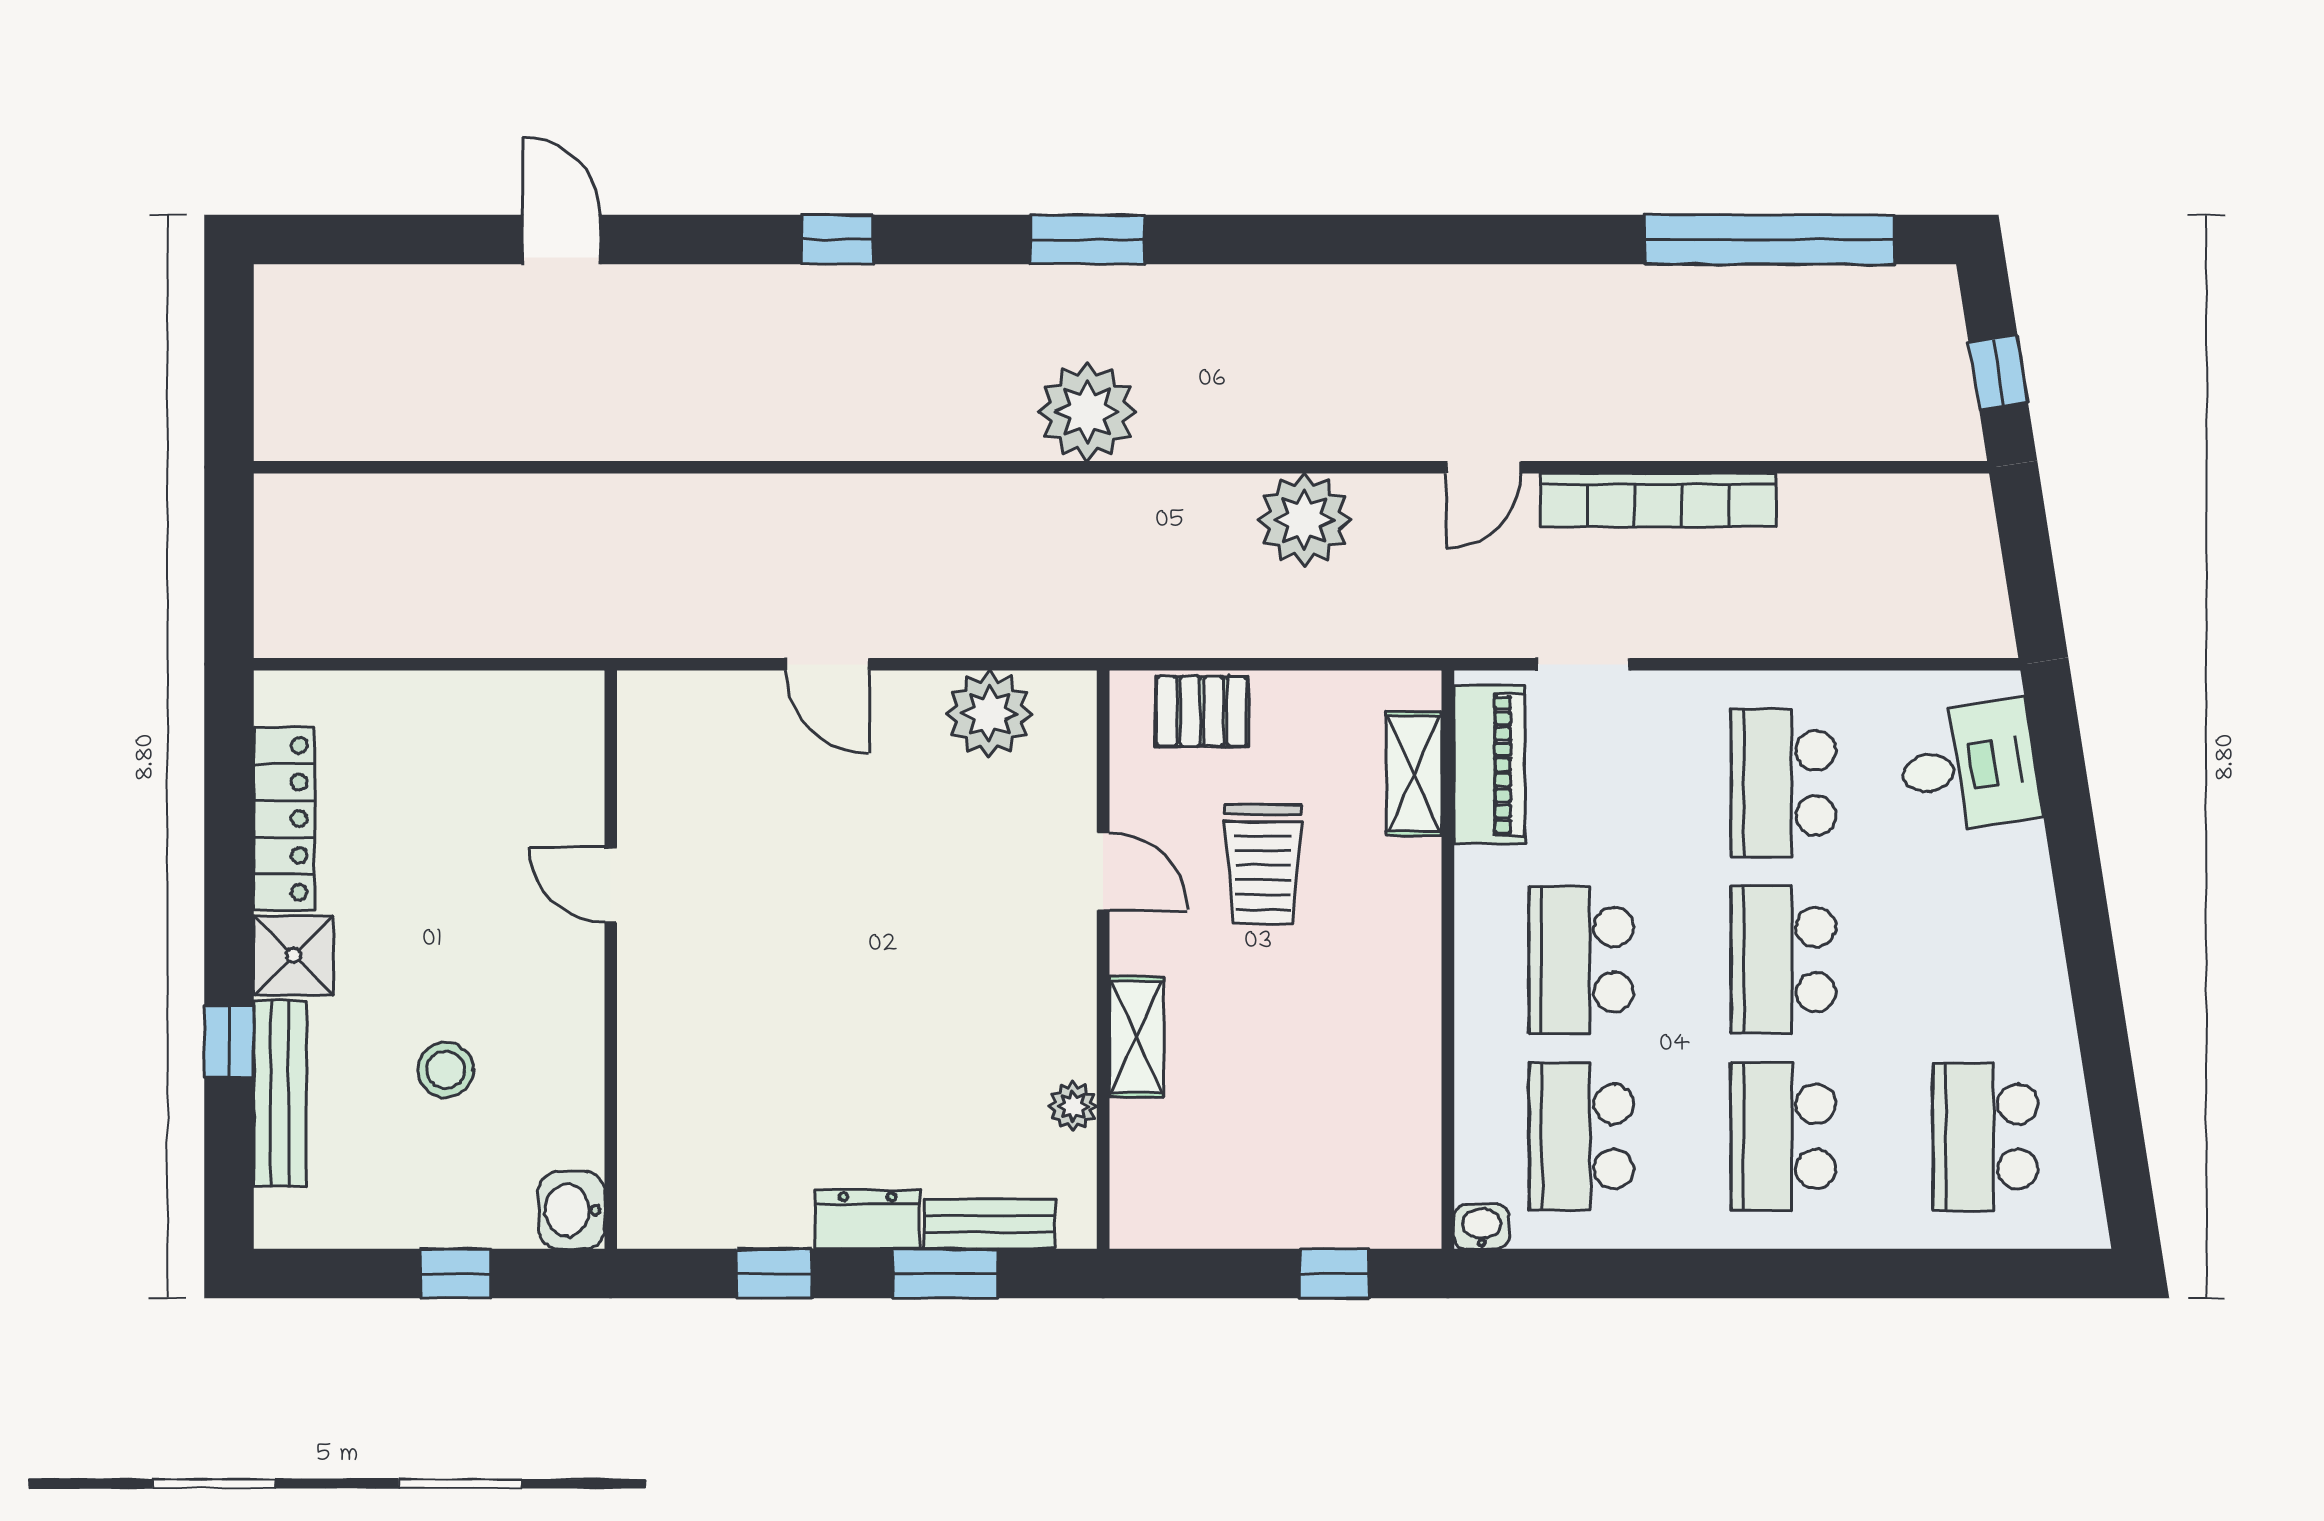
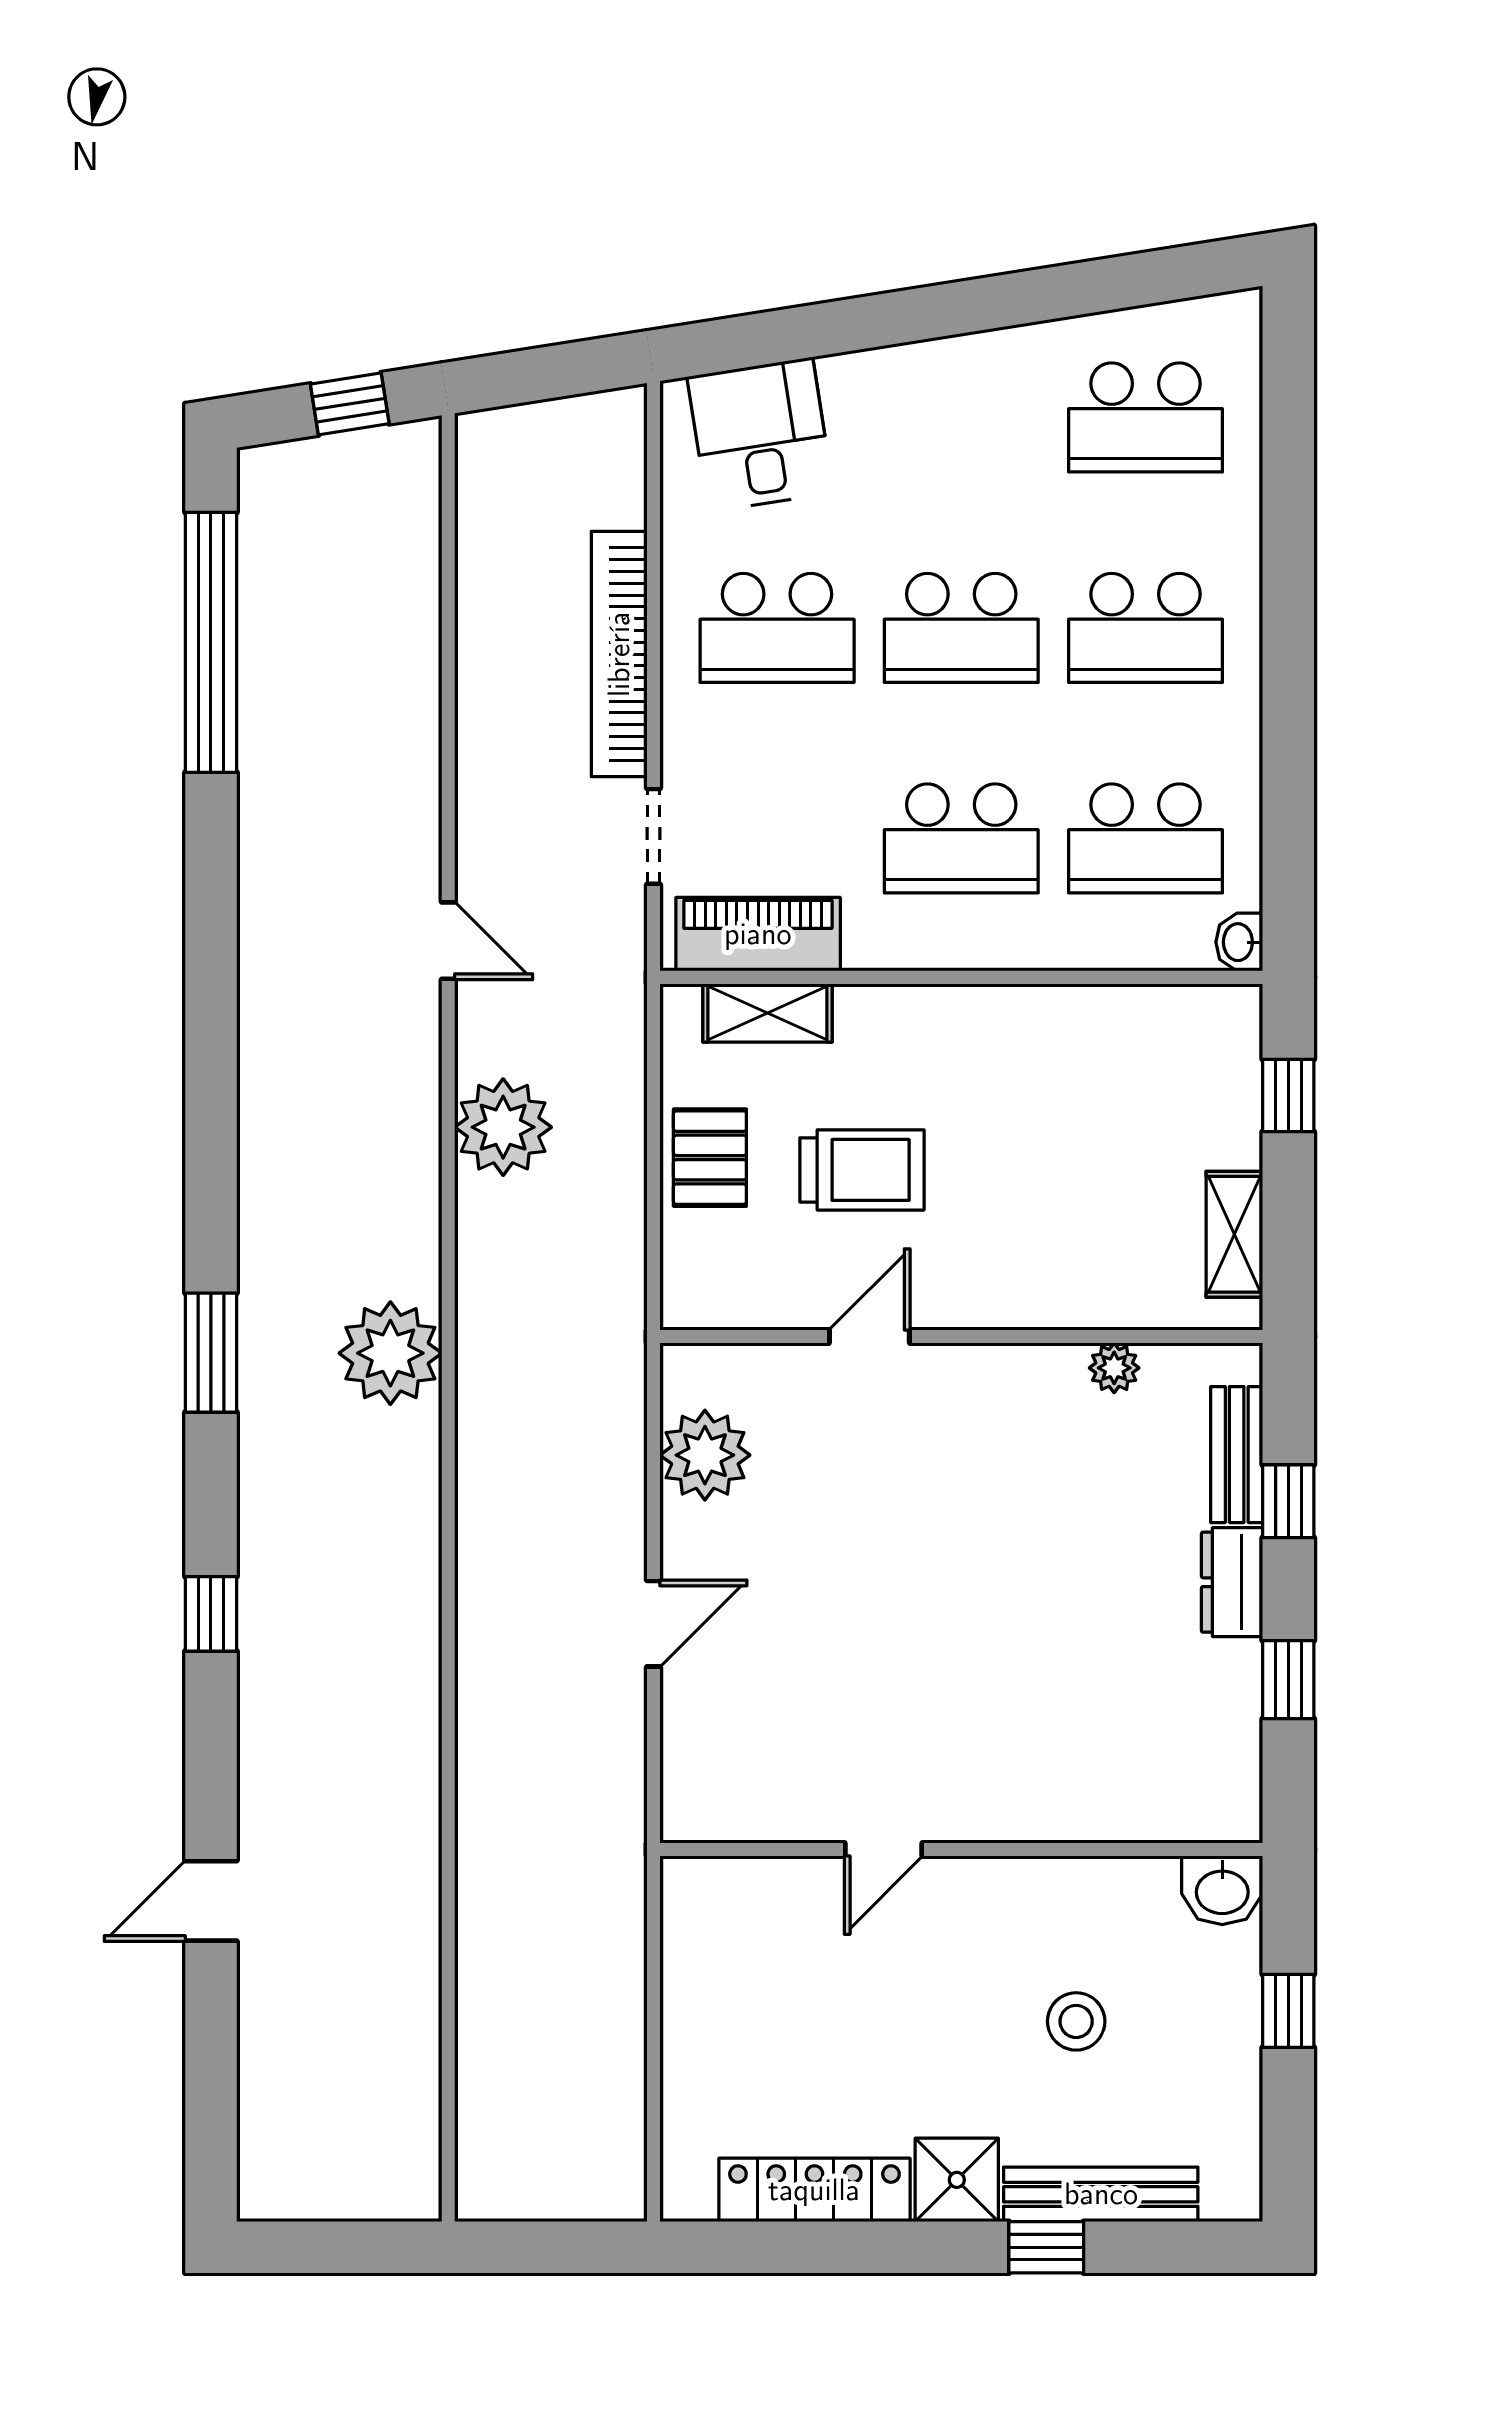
bookcase: (1658, 500) -> (619, 654), moved, turned 180
pallet: (1202, 711) -> (710, 1158), moved
shelving: (1136, 1037) -> (1234, 1234), moved, turned 90
window: (945, 1274) -> (1288, 1501), width x0.67

